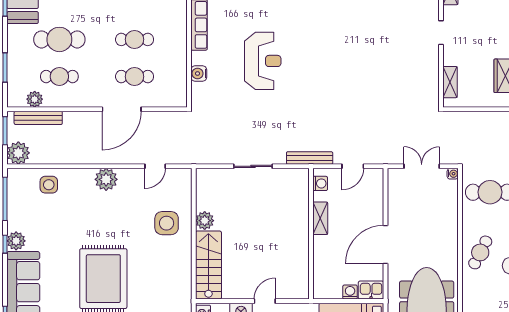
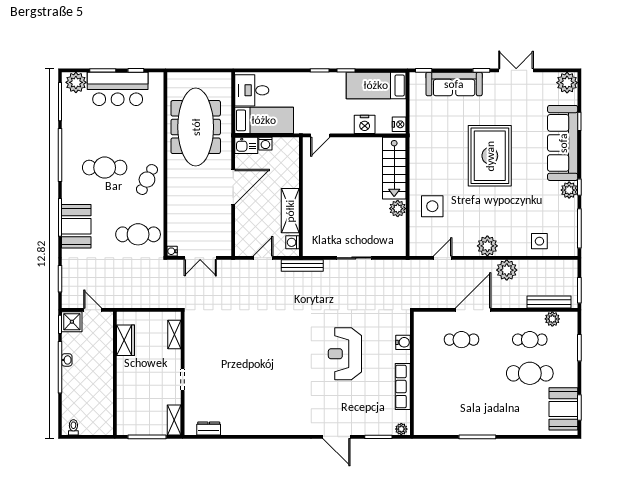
cafe table: (135, 39) -> (461, 373), removed
plant: (18, 153) -> (507, 270), moved
shelving: (320, 218) -> (290, 211), width x1.50, depth x1.33
door: (265, 301) -> (320, 135), moved

